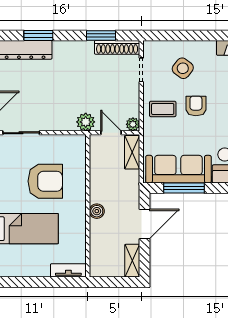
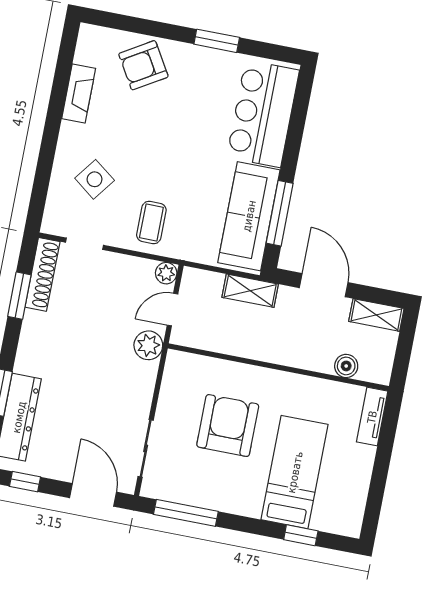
armchair: (196, 106) -> (157, 170), removed
shelving: (132, 152) -> (250, 291), moved
boiler: (97, 211) -> (346, 366), moved

